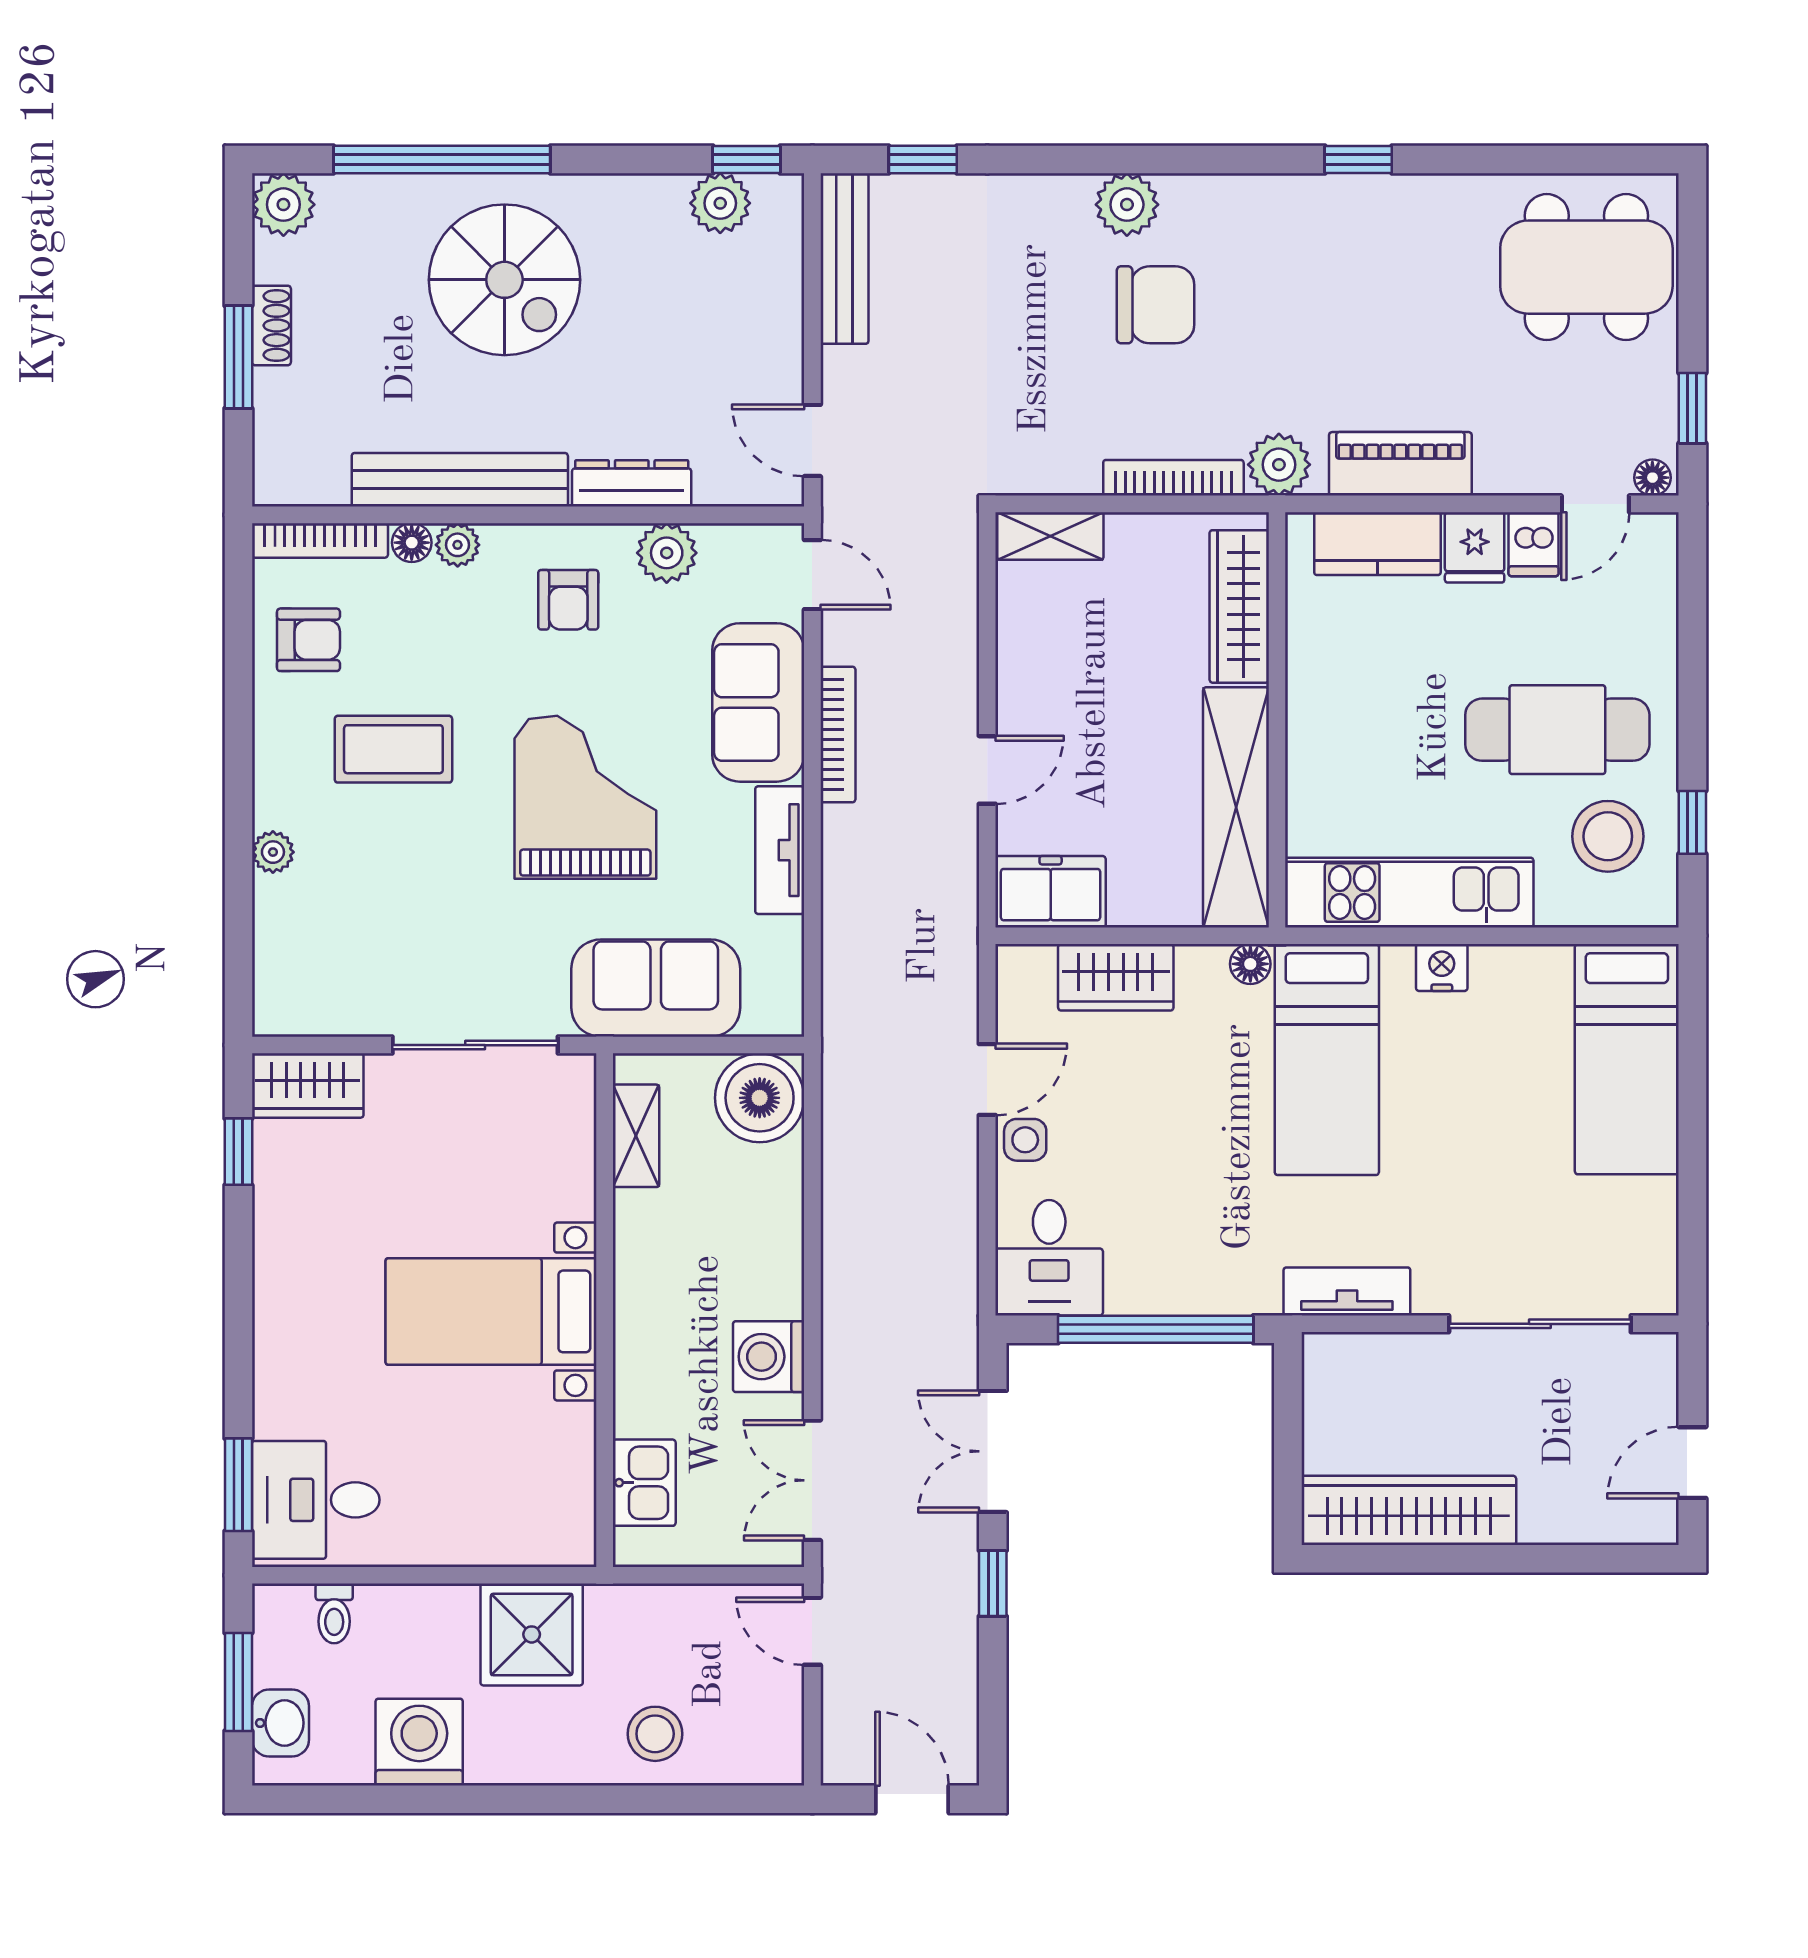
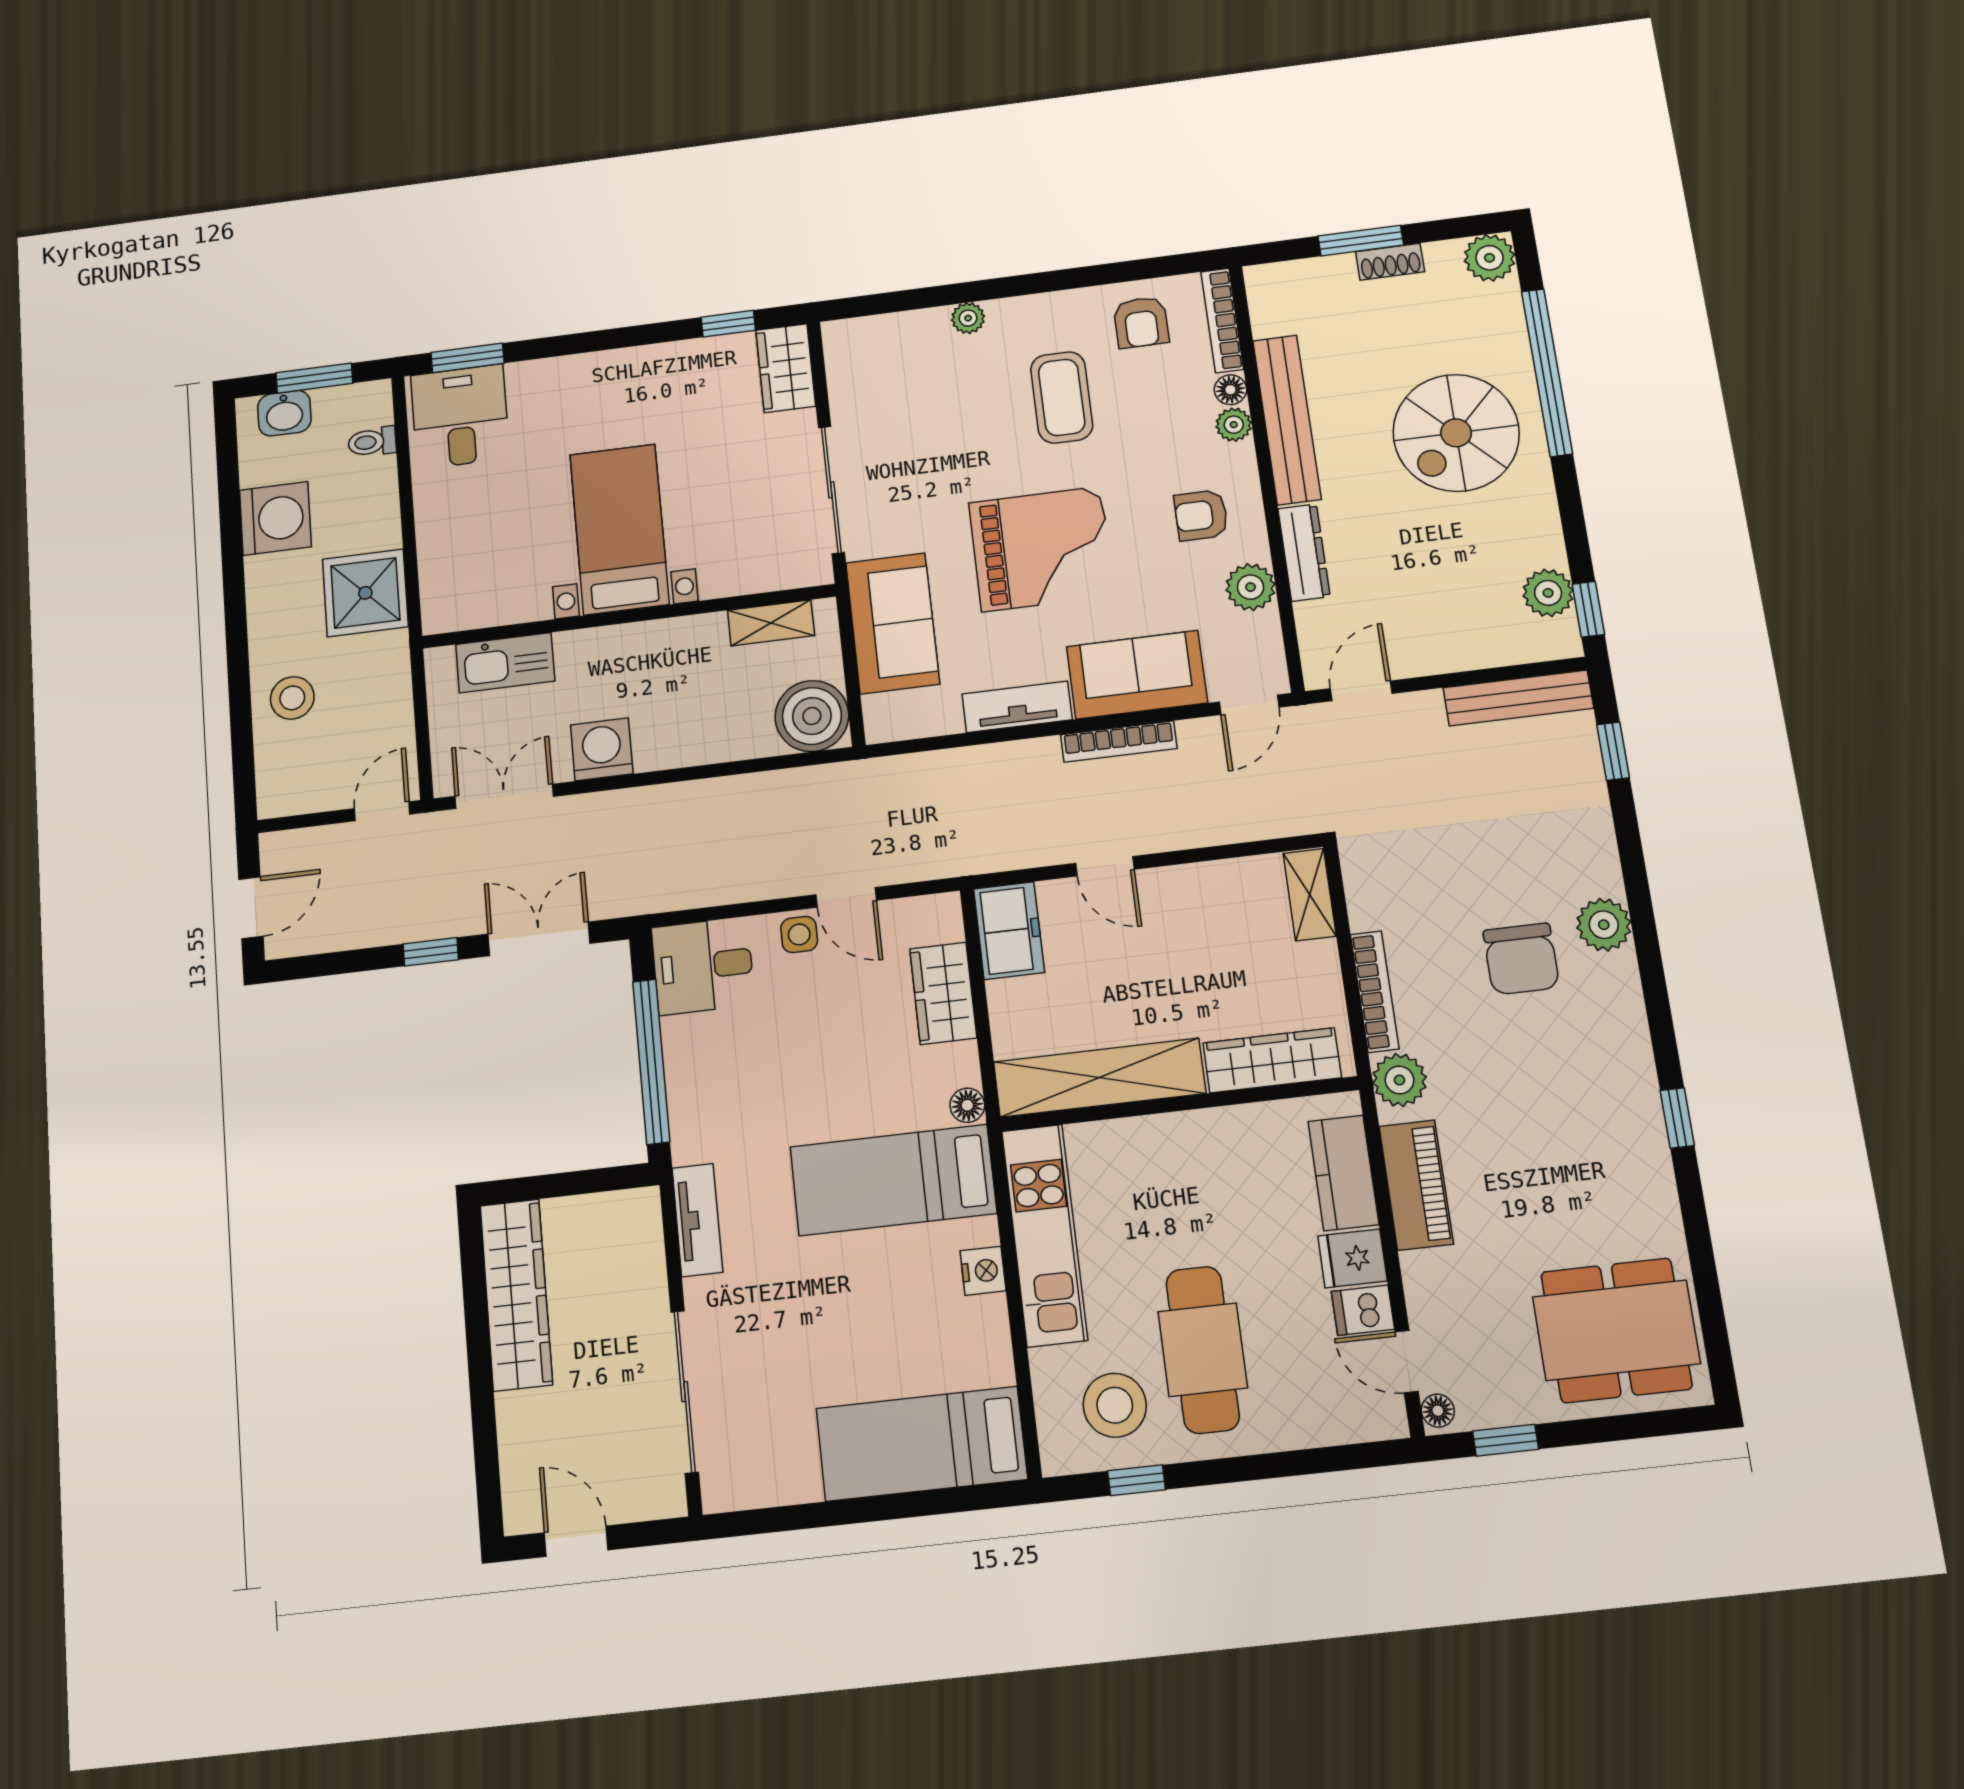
dining table: (1586, 267) -> (1616, 1330), turned 90
kitchen sink: (644, 1483) -> (505, 663), width x1.38

